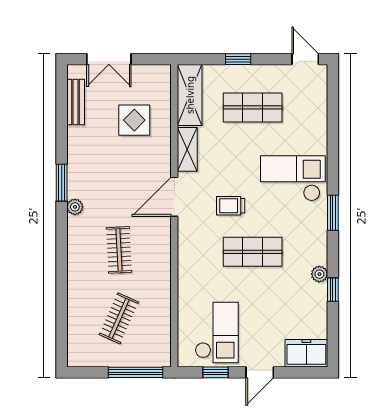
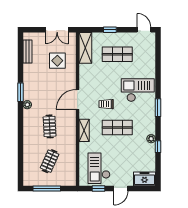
double door: (109, 59) -> (57, 30), moved
shelving: (187, 149) -> (84, 130), moved
checkout: (217, 332) -> (99, 168), turned 180
window: (136, 372) -> (47, 188), moved

